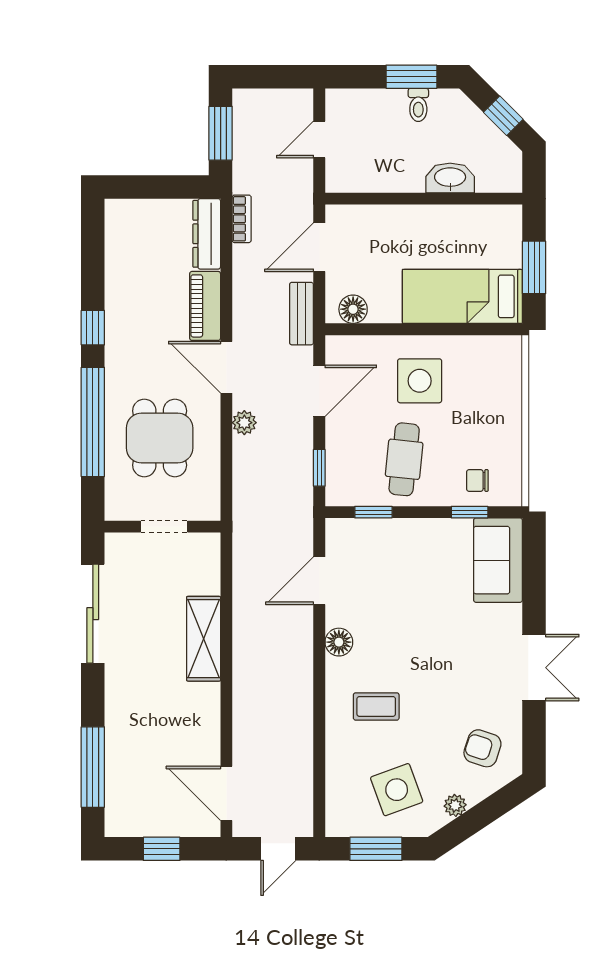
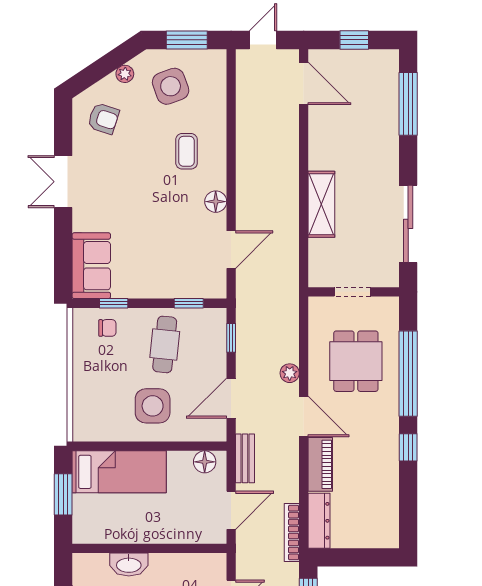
bookcase: (242, 219) -> (292, 533), width x1.56
coffee table: (376, 706) -> (187, 151), turned 90

